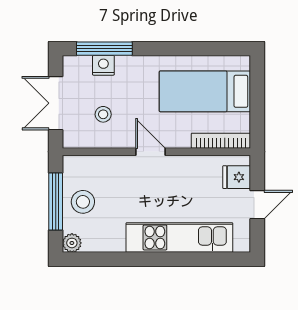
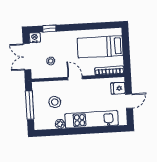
window: (104, 49) -> (49, 29), width x0.46
nightstand: (103, 65) -> (35, 38), moved
stool: (83, 202) -> (55, 102), moved
plant: (72, 243) -> (60, 124), moved

